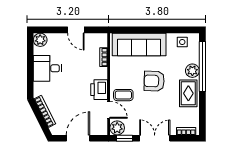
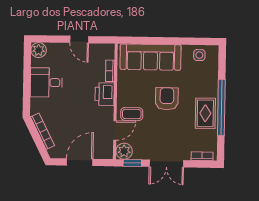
window: (202, 67) -> (221, 107), moved
plant: (192, 71) -> (210, 88), removed
armchair: (154, 81) -> (167, 99), turned 88
printer: (99, 90) -> (105, 94), moved
door: (109, 110) -> (115, 130), hinge flipped
double door: (155, 138) -> (166, 164), swing flipped

